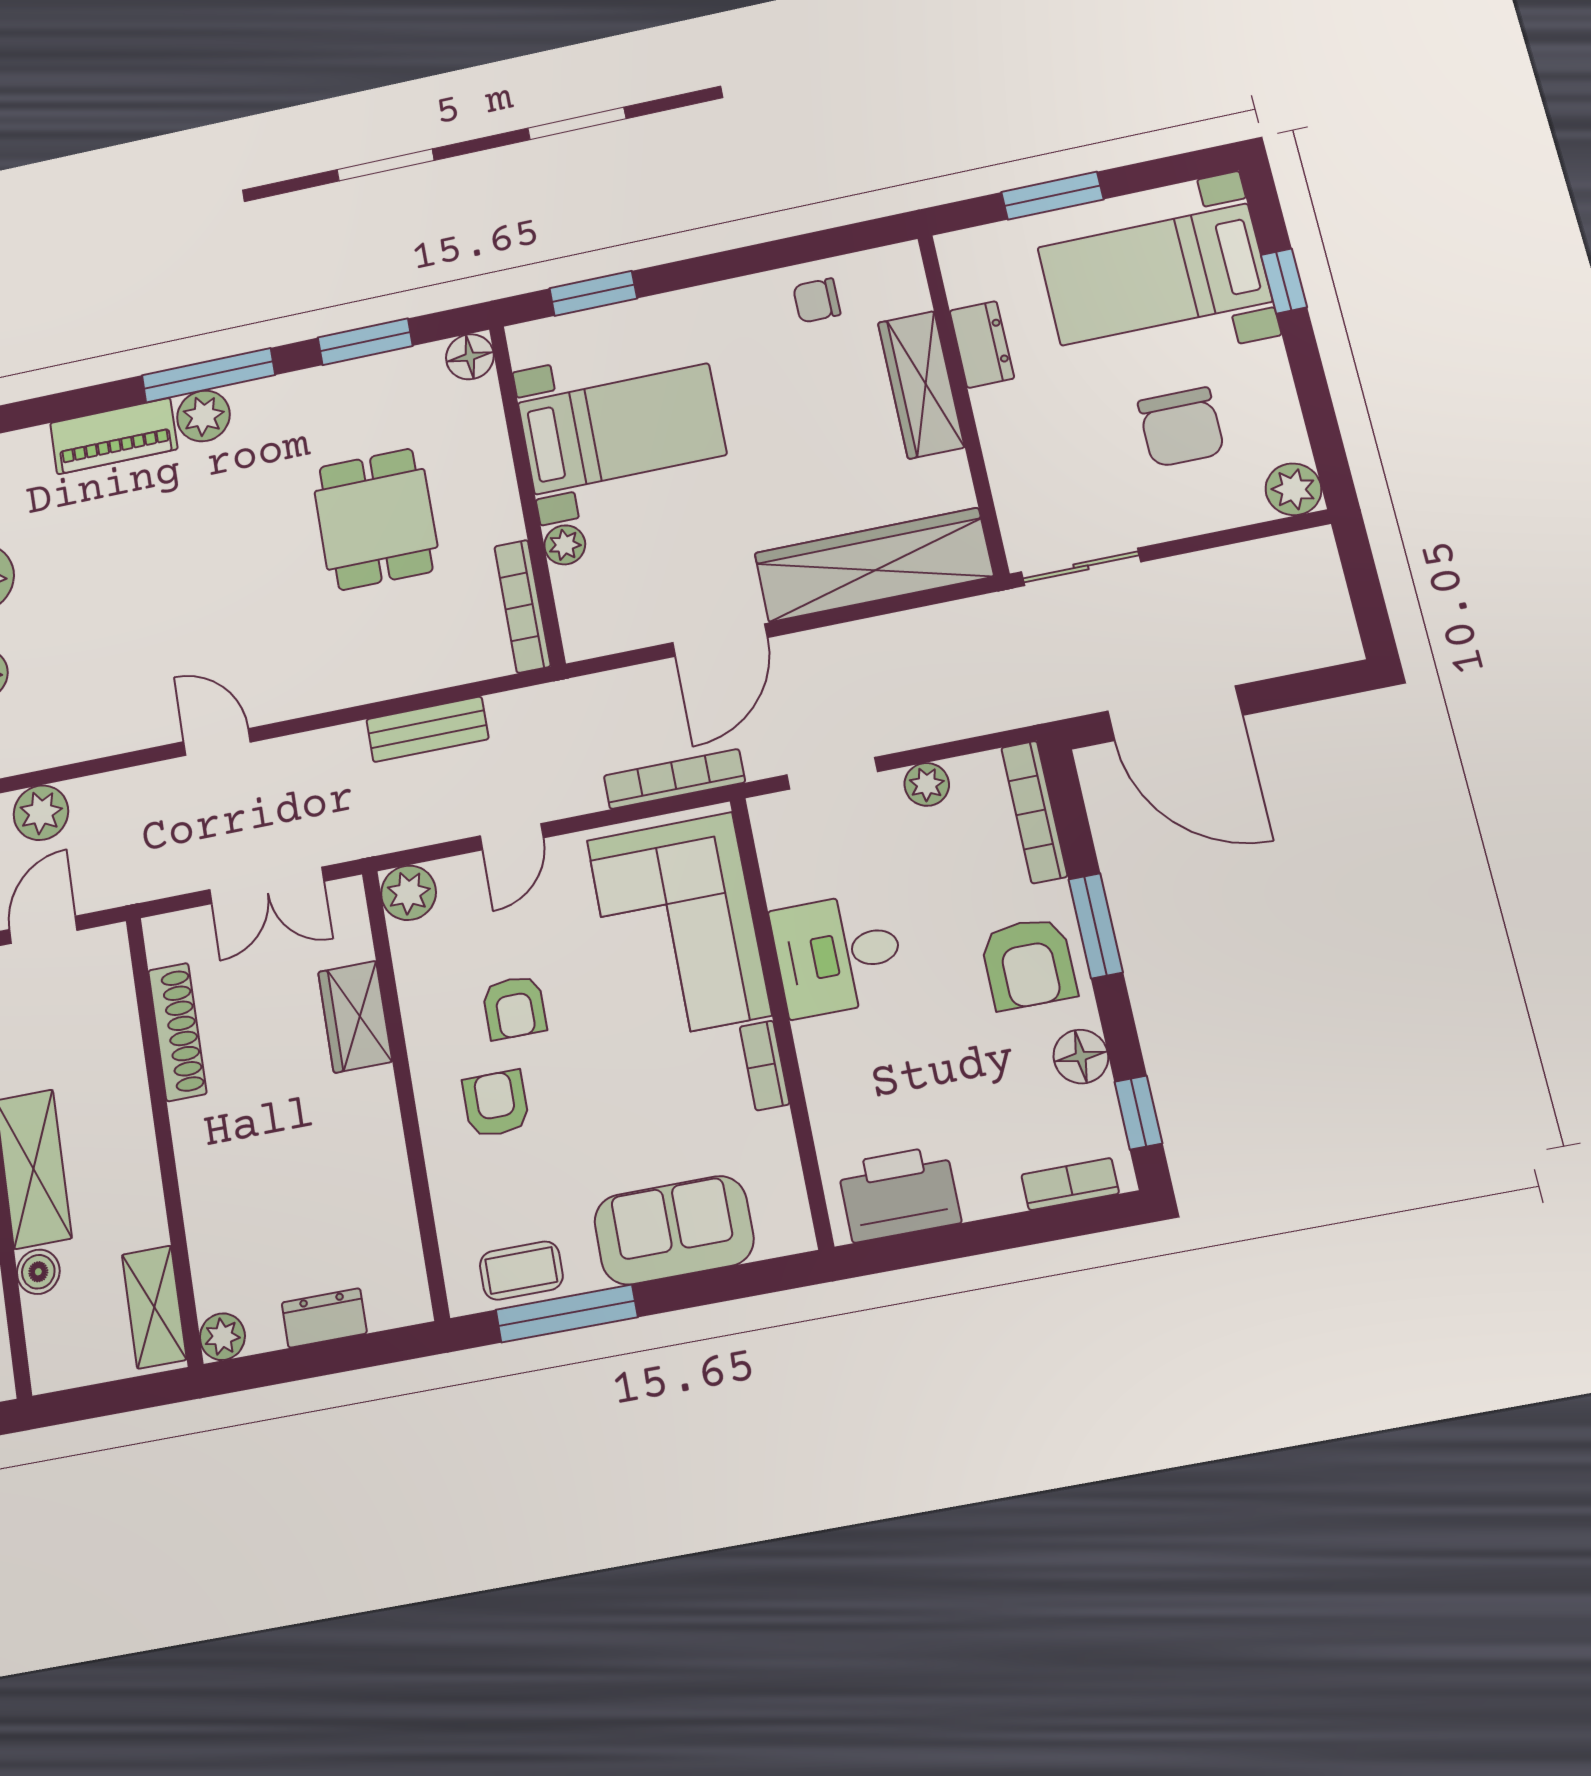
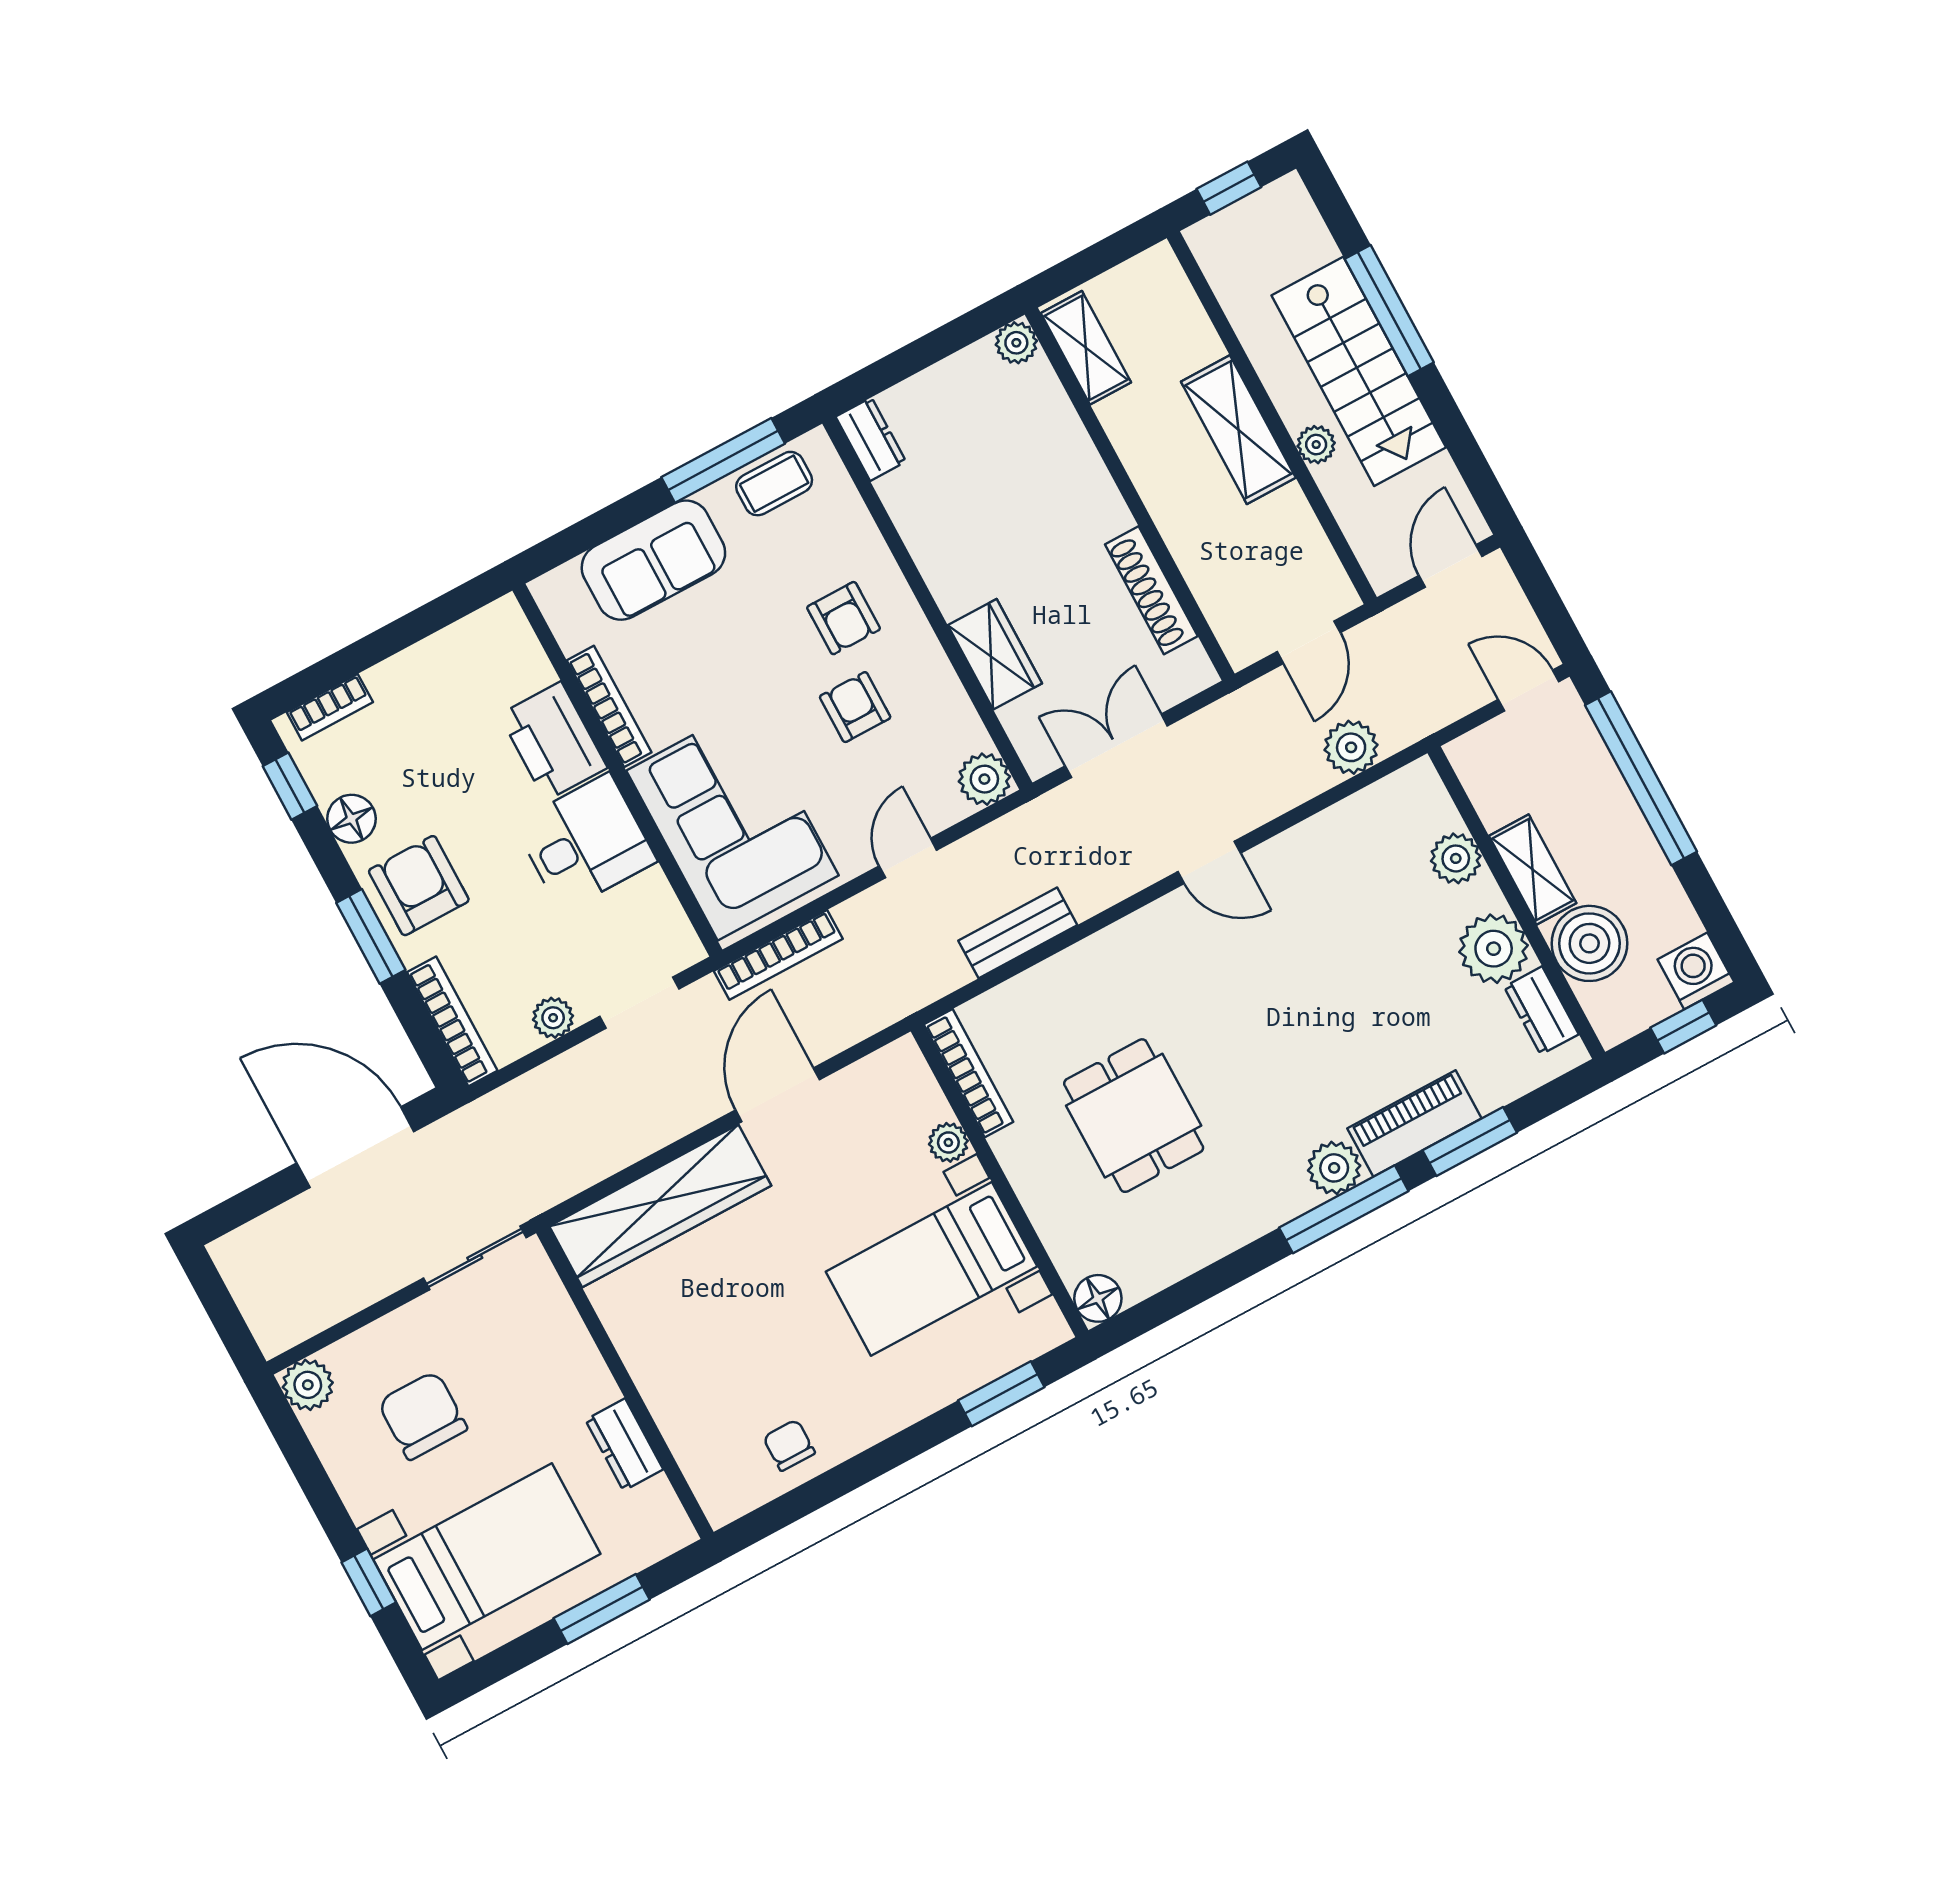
chair: (817, 300) -> (789, 1445), turned -90
window: (365, 342) -> (1470, 1142), moved
wardrobe: (921, 385) -> (668, 1390), removed
bookcase: (765, 1065) -> (609, 706), width x1.56
printer: (899, 1194) -> (553, 741), moved, turned 90
boiler: (38, 1272) -> (1201, 343), removed
dresser: (324, 1318) -> (871, 439), moved, turned -90

